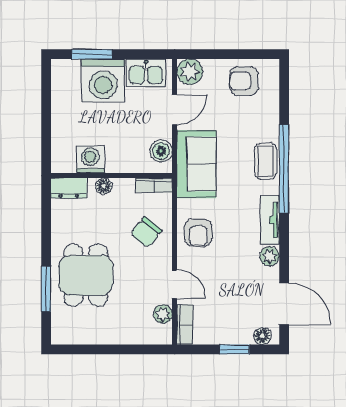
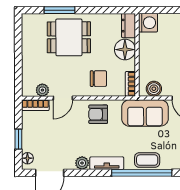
washing machine: (90, 159) -> (148, 23), moved
floor lamp: (104, 186) -> (125, 50), width x1.89, depth x1.89
chair: (146, 232) -> (98, 79), turned 141

